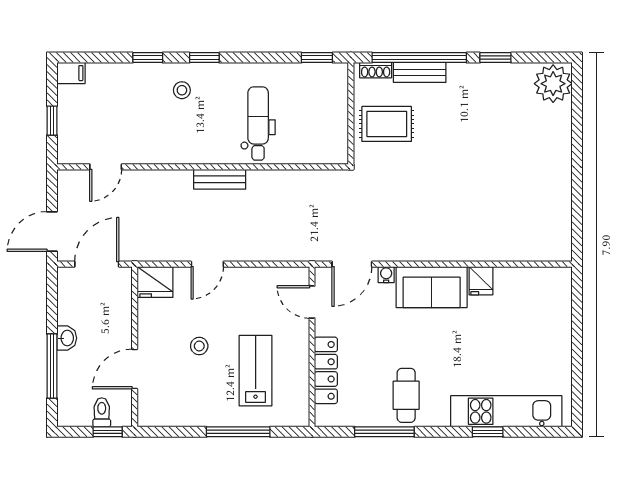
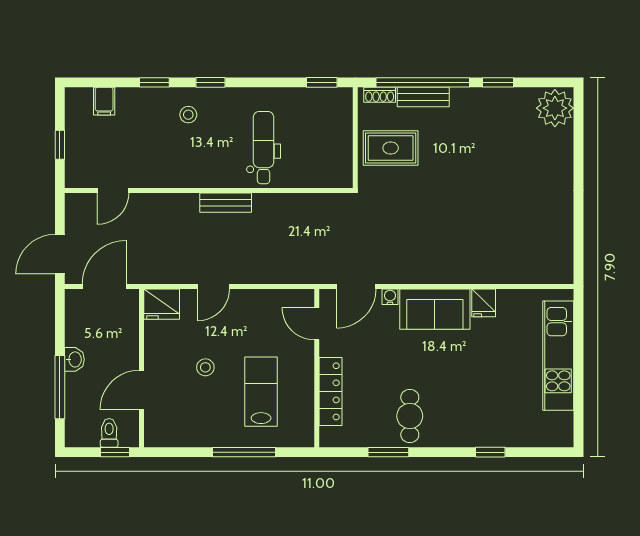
filing cabinet: (71, 73) -> (104, 101), moved, turned 90
kitchen unit: (506, 411) -> (558, 356), moved, turned -90
window: (384, 432) -> (388, 452), width x0.69

